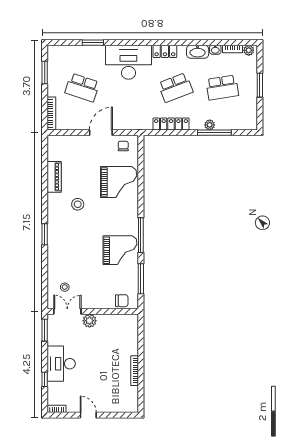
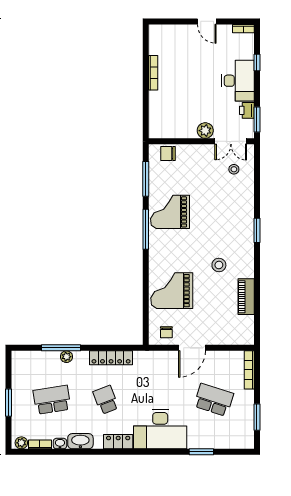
school desk: (176, 88) -> (106, 400), width x0.54
printer: (54, 338) -> (247, 110), added

